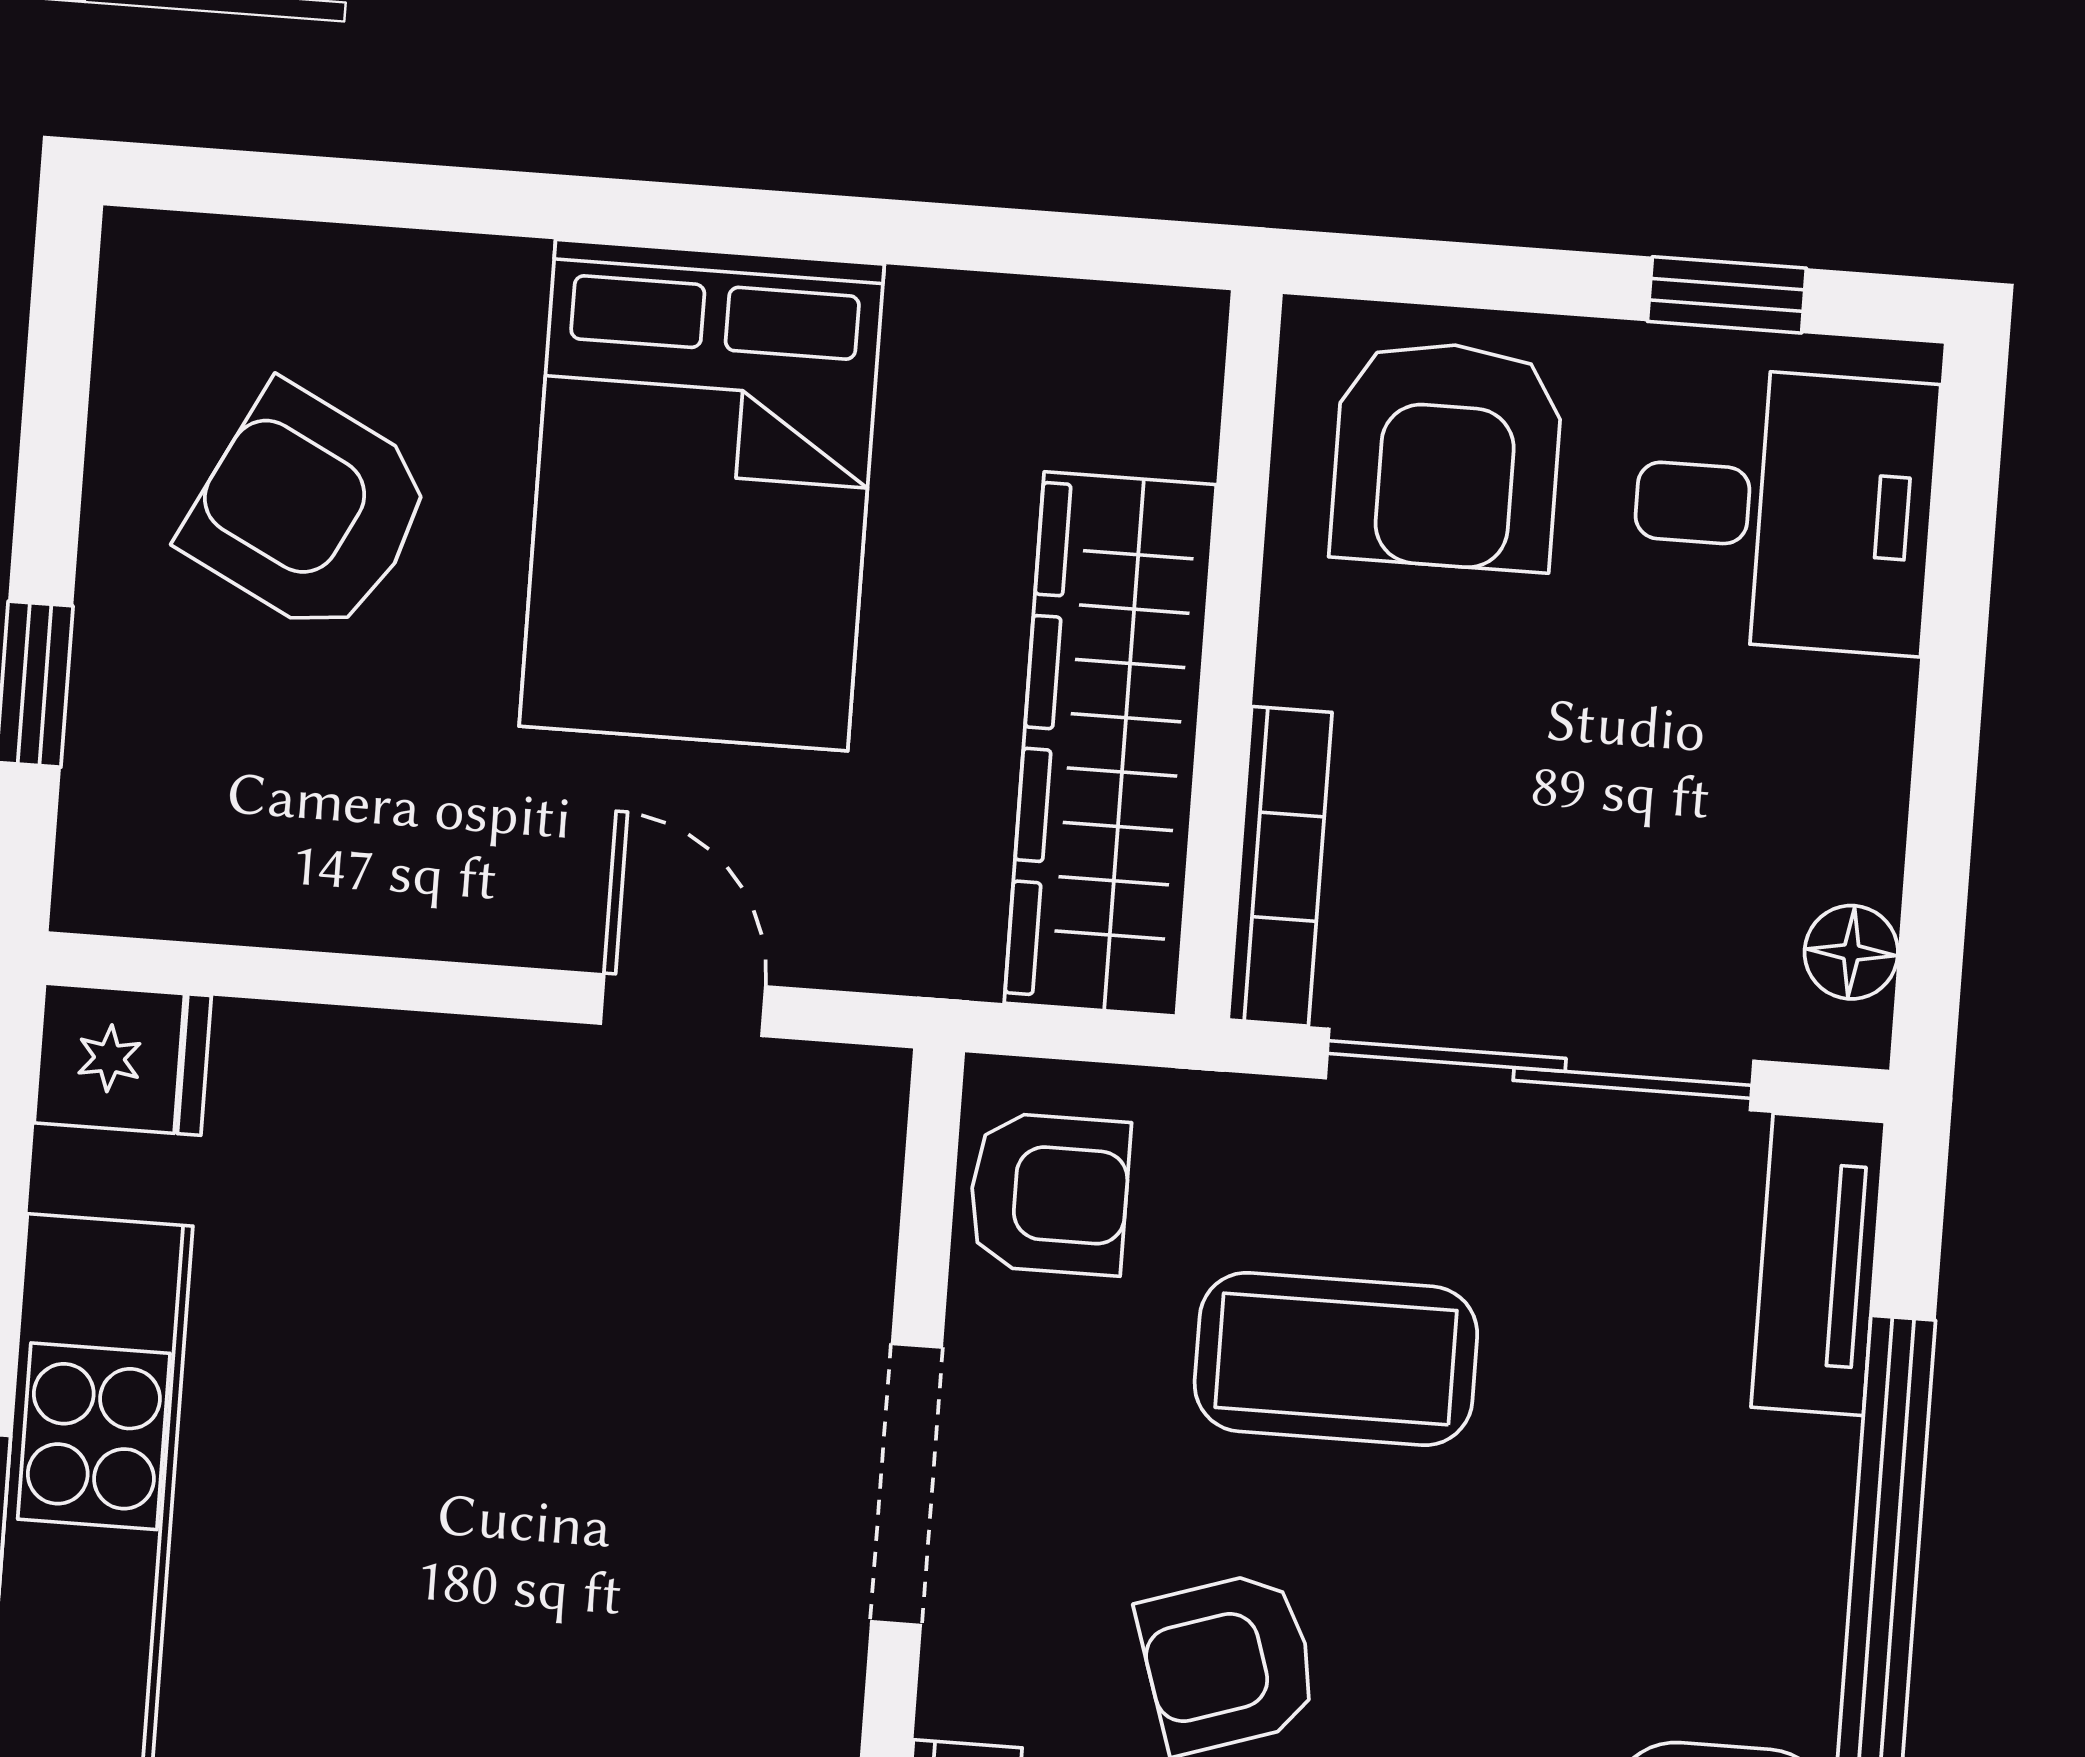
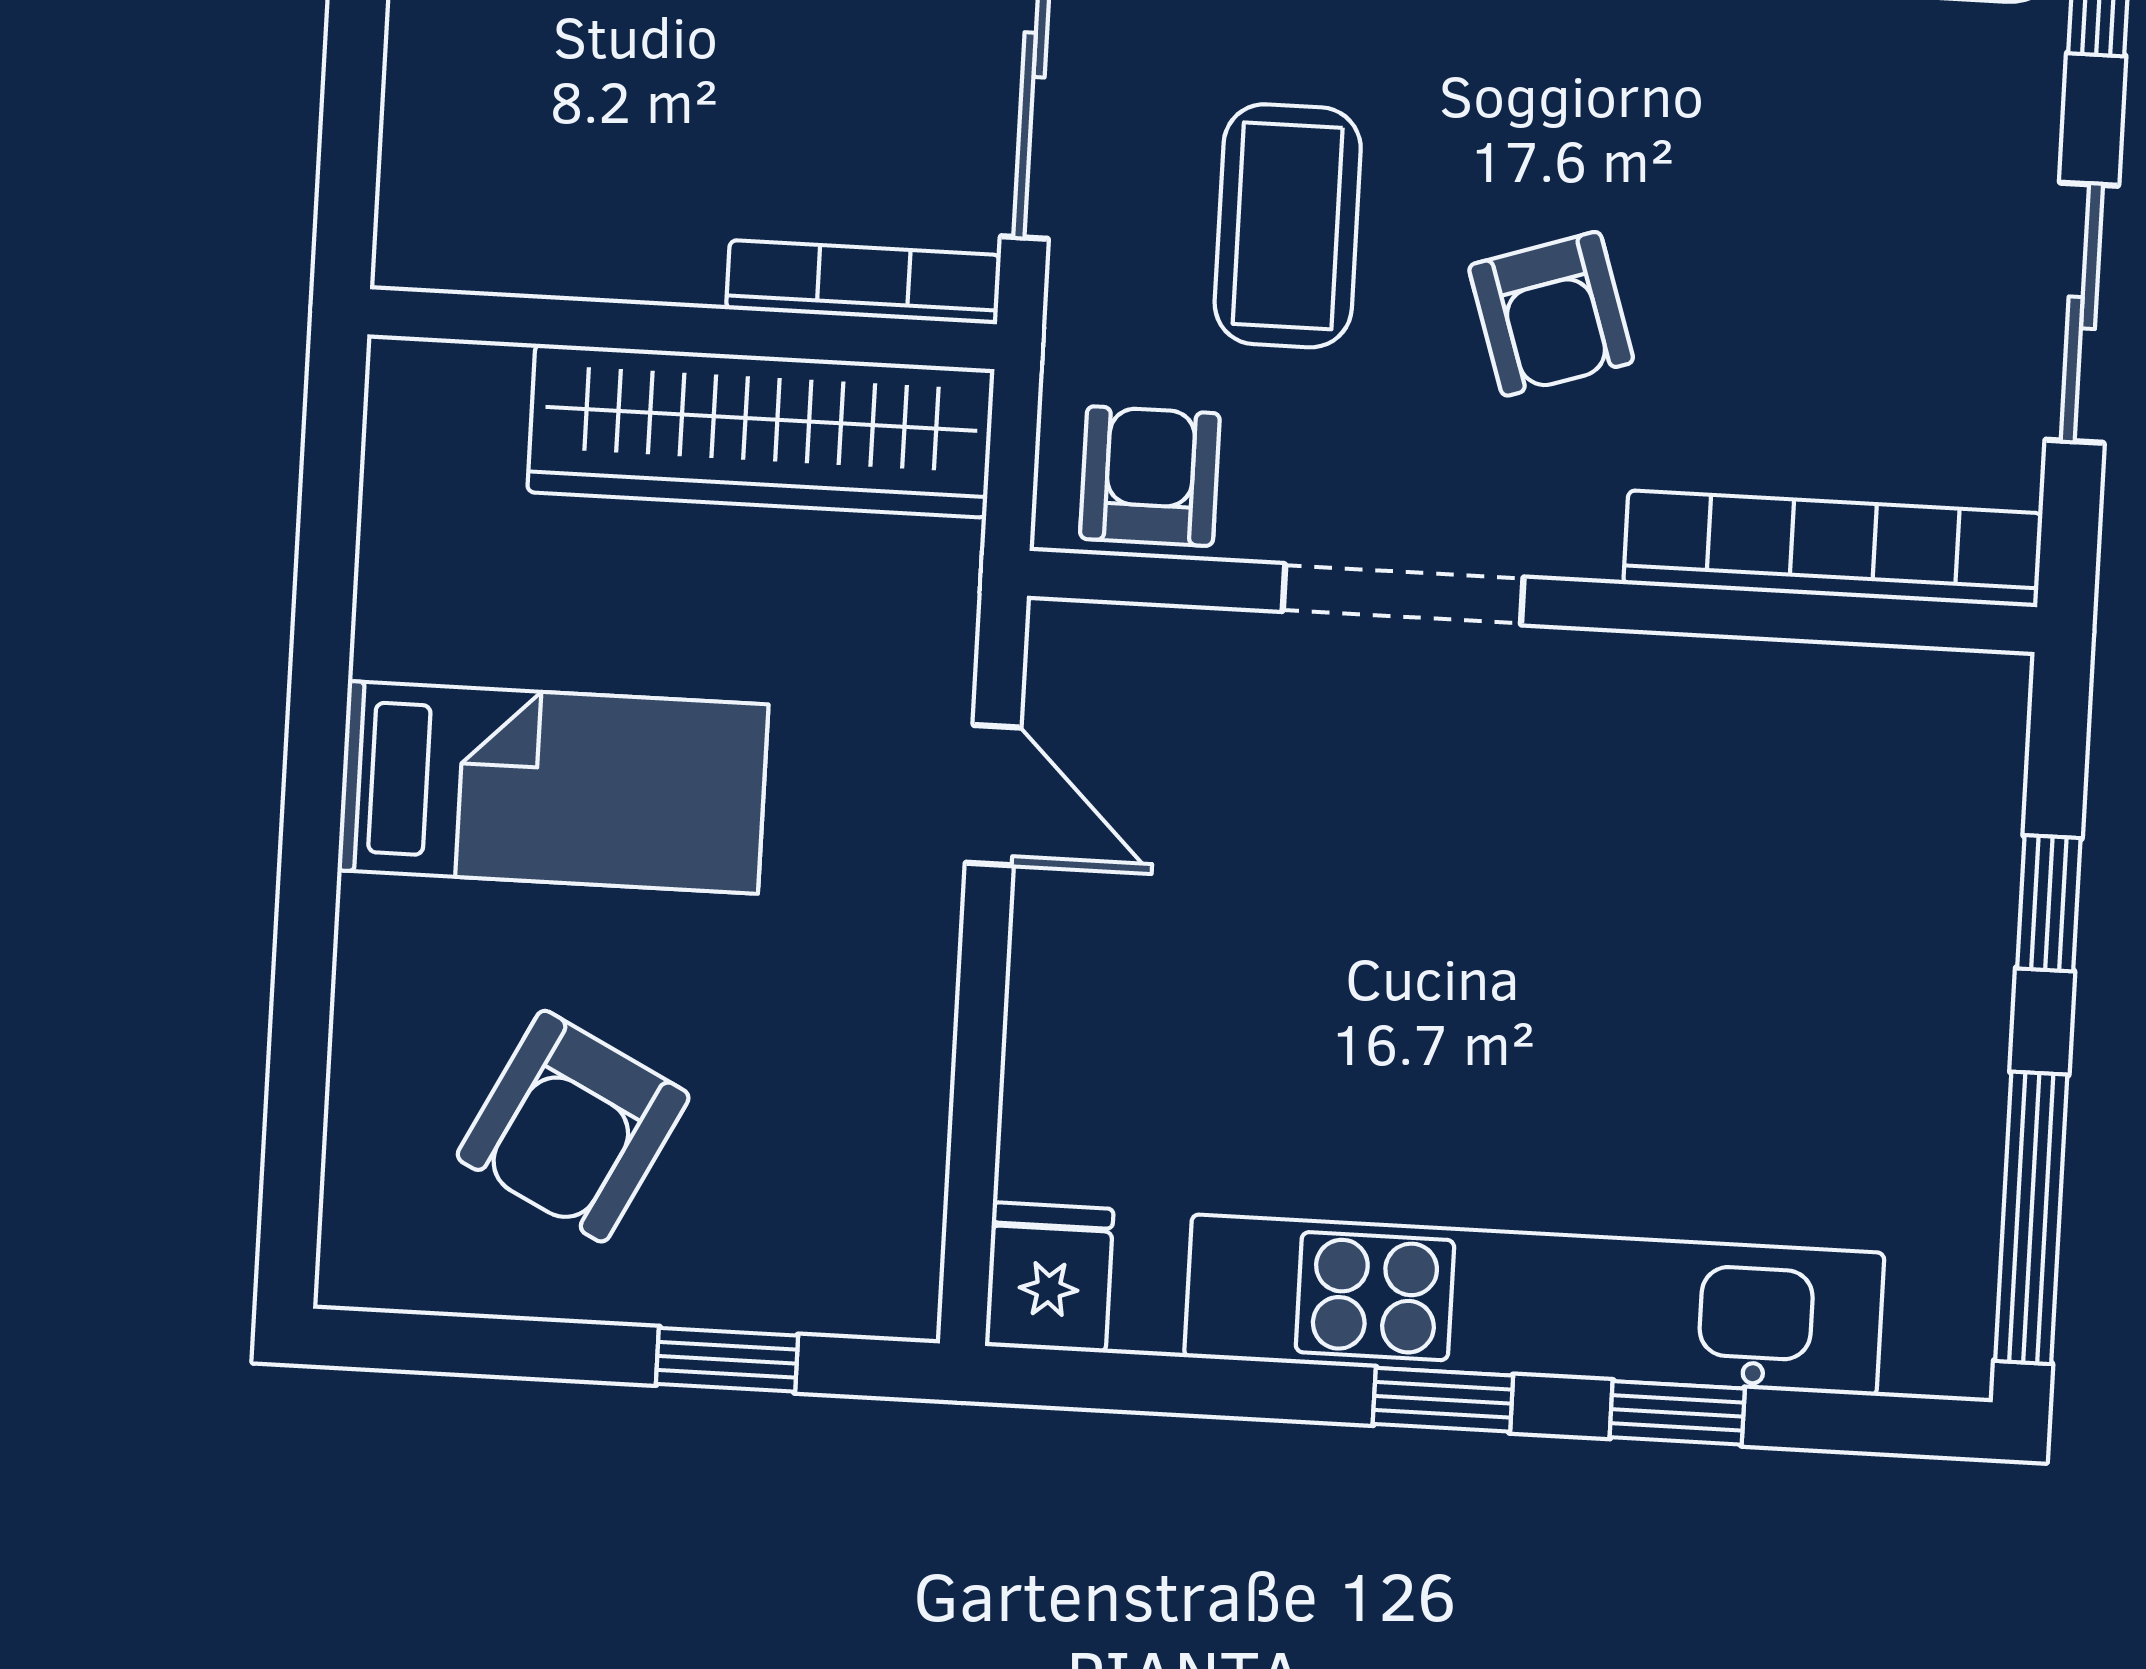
armchair: (1447, 455) -> (506, 145), removed
bed: (702, 495) -> (553, 787), width x0.67
door: (683, 1005) -> (993, 795), swing flipped

